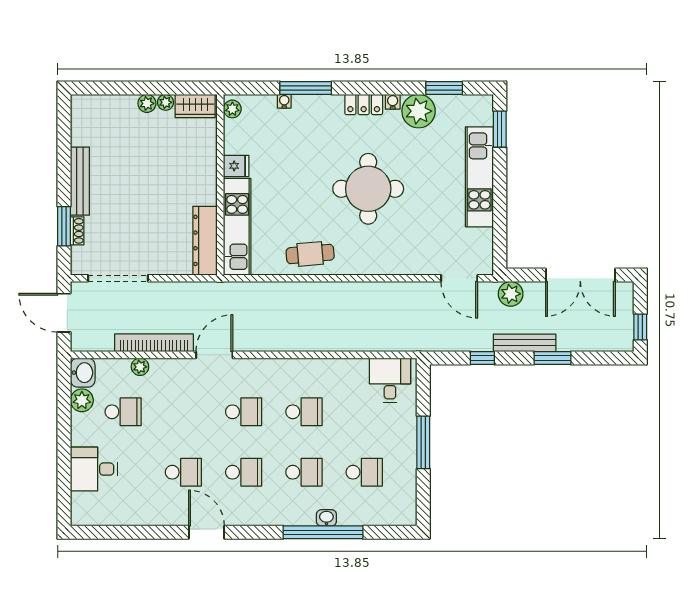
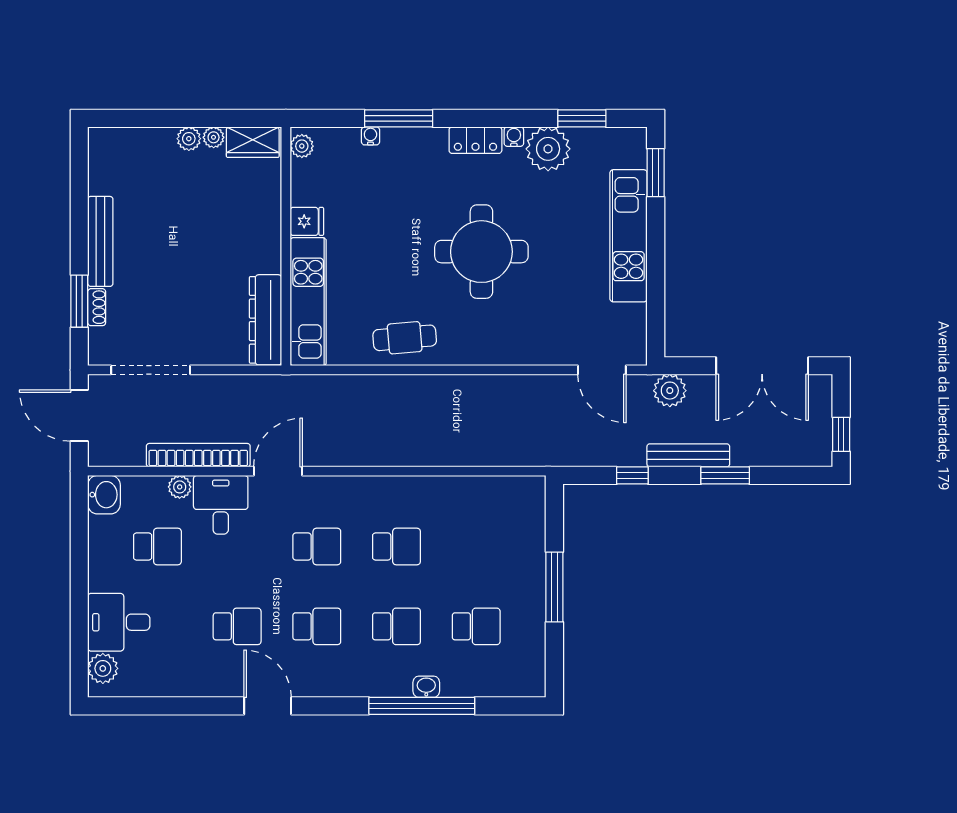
desk: (390, 380) -> (221, 505), moved
plant: (82, 400) -> (103, 668), moved

